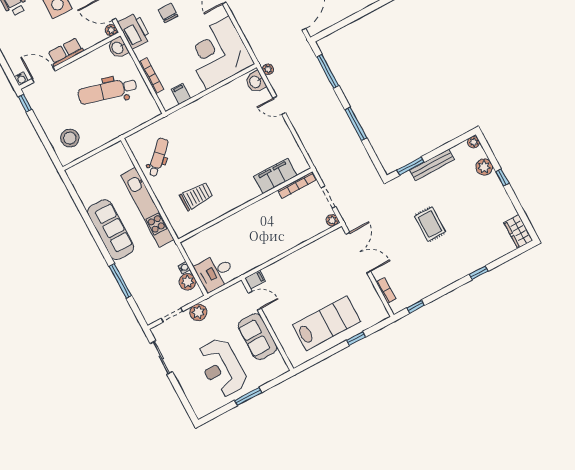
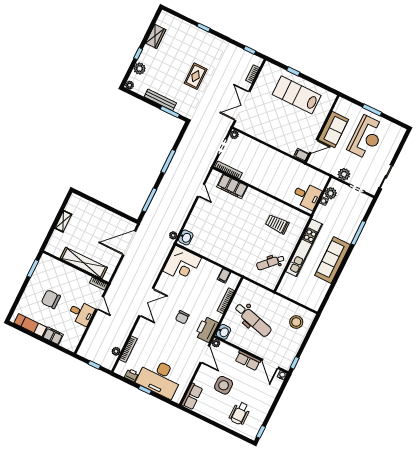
corner desk: (218, 53) -> (182, 265), width x0.74, depth x0.74
door: (279, 105) -> (201, 190), moved
wardrobe: (518, 231) -> (156, 36), moved
desk: (215, 272) -> (307, 196), moved
door: (255, 301) -> (314, 146), swing flipped

